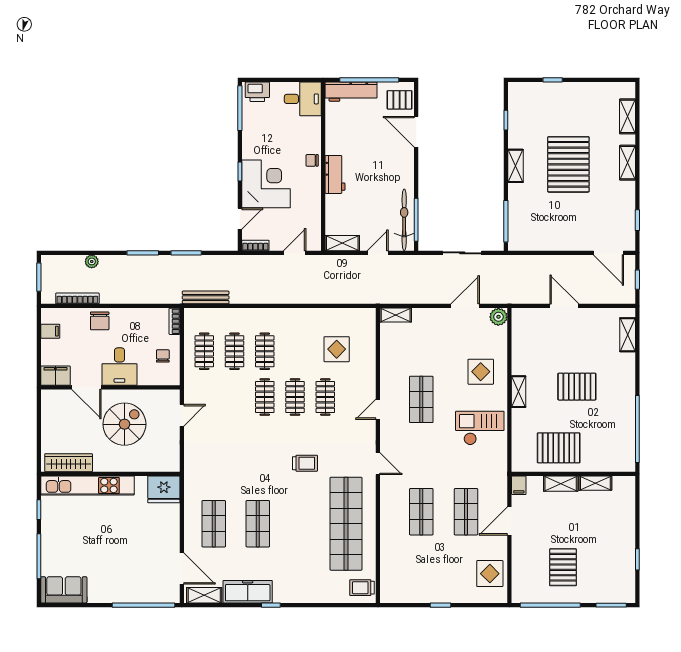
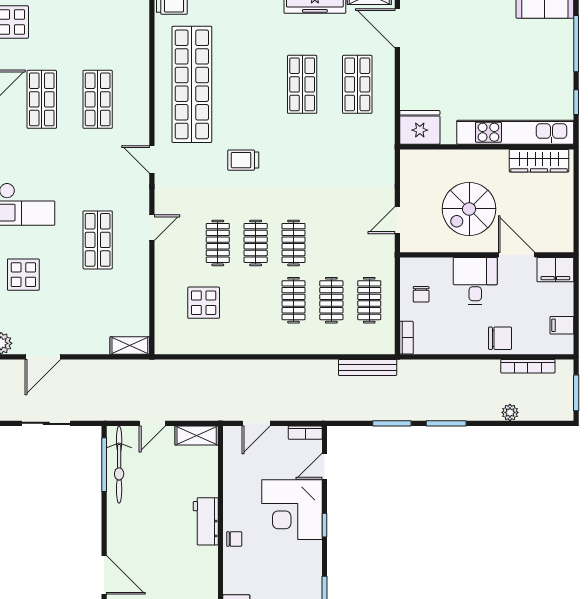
chair: (100, 321) -> (500, 338), turned 90

